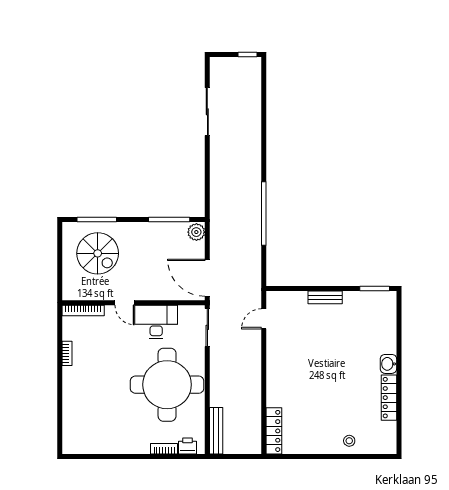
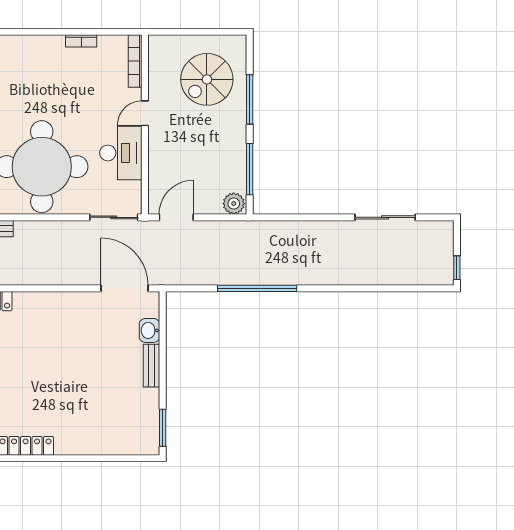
window: (97, 219) -> (250, 99), moved
door: (207, 278) -> (176, 217), width x0.73
door: (264, 319) -> (125, 288), width x1.87
washbasin: (388, 364) -> (150, 330), moved, turned -90

